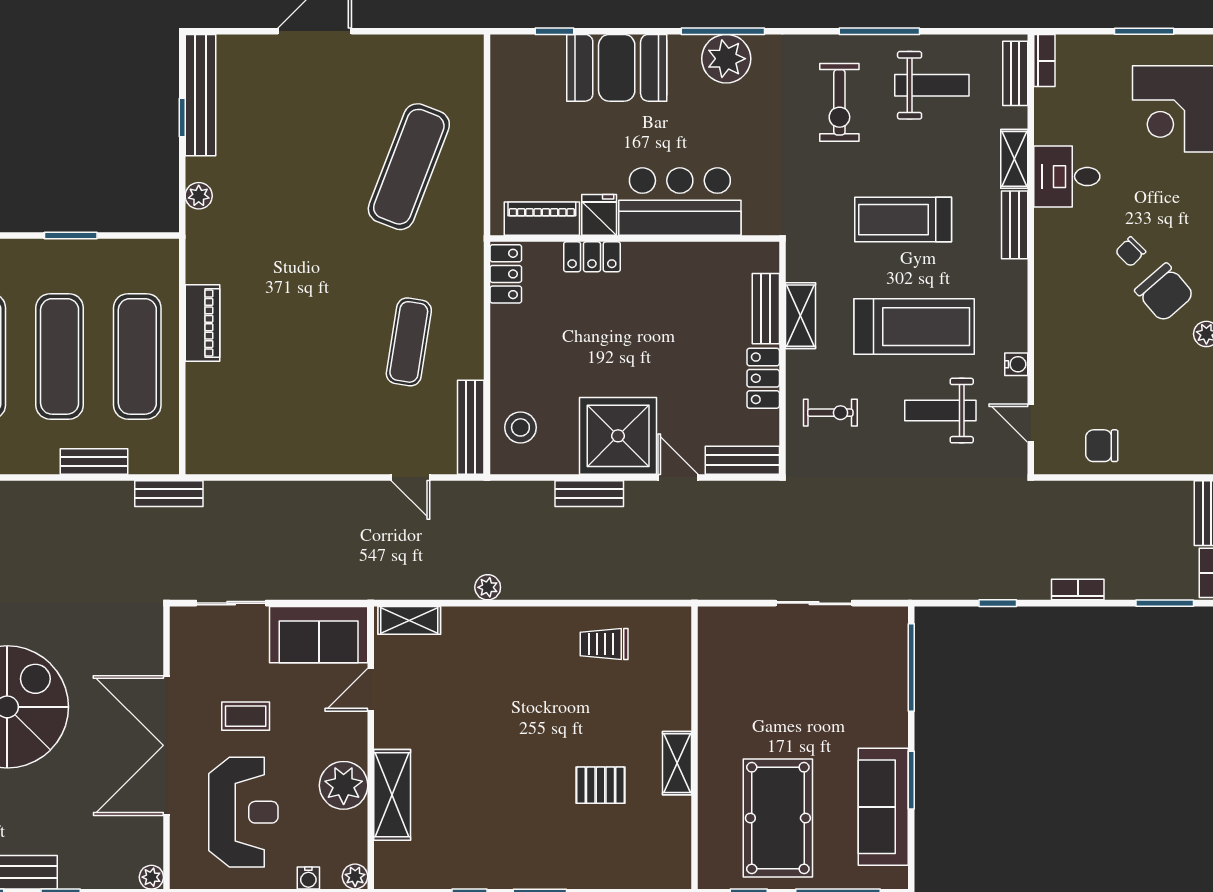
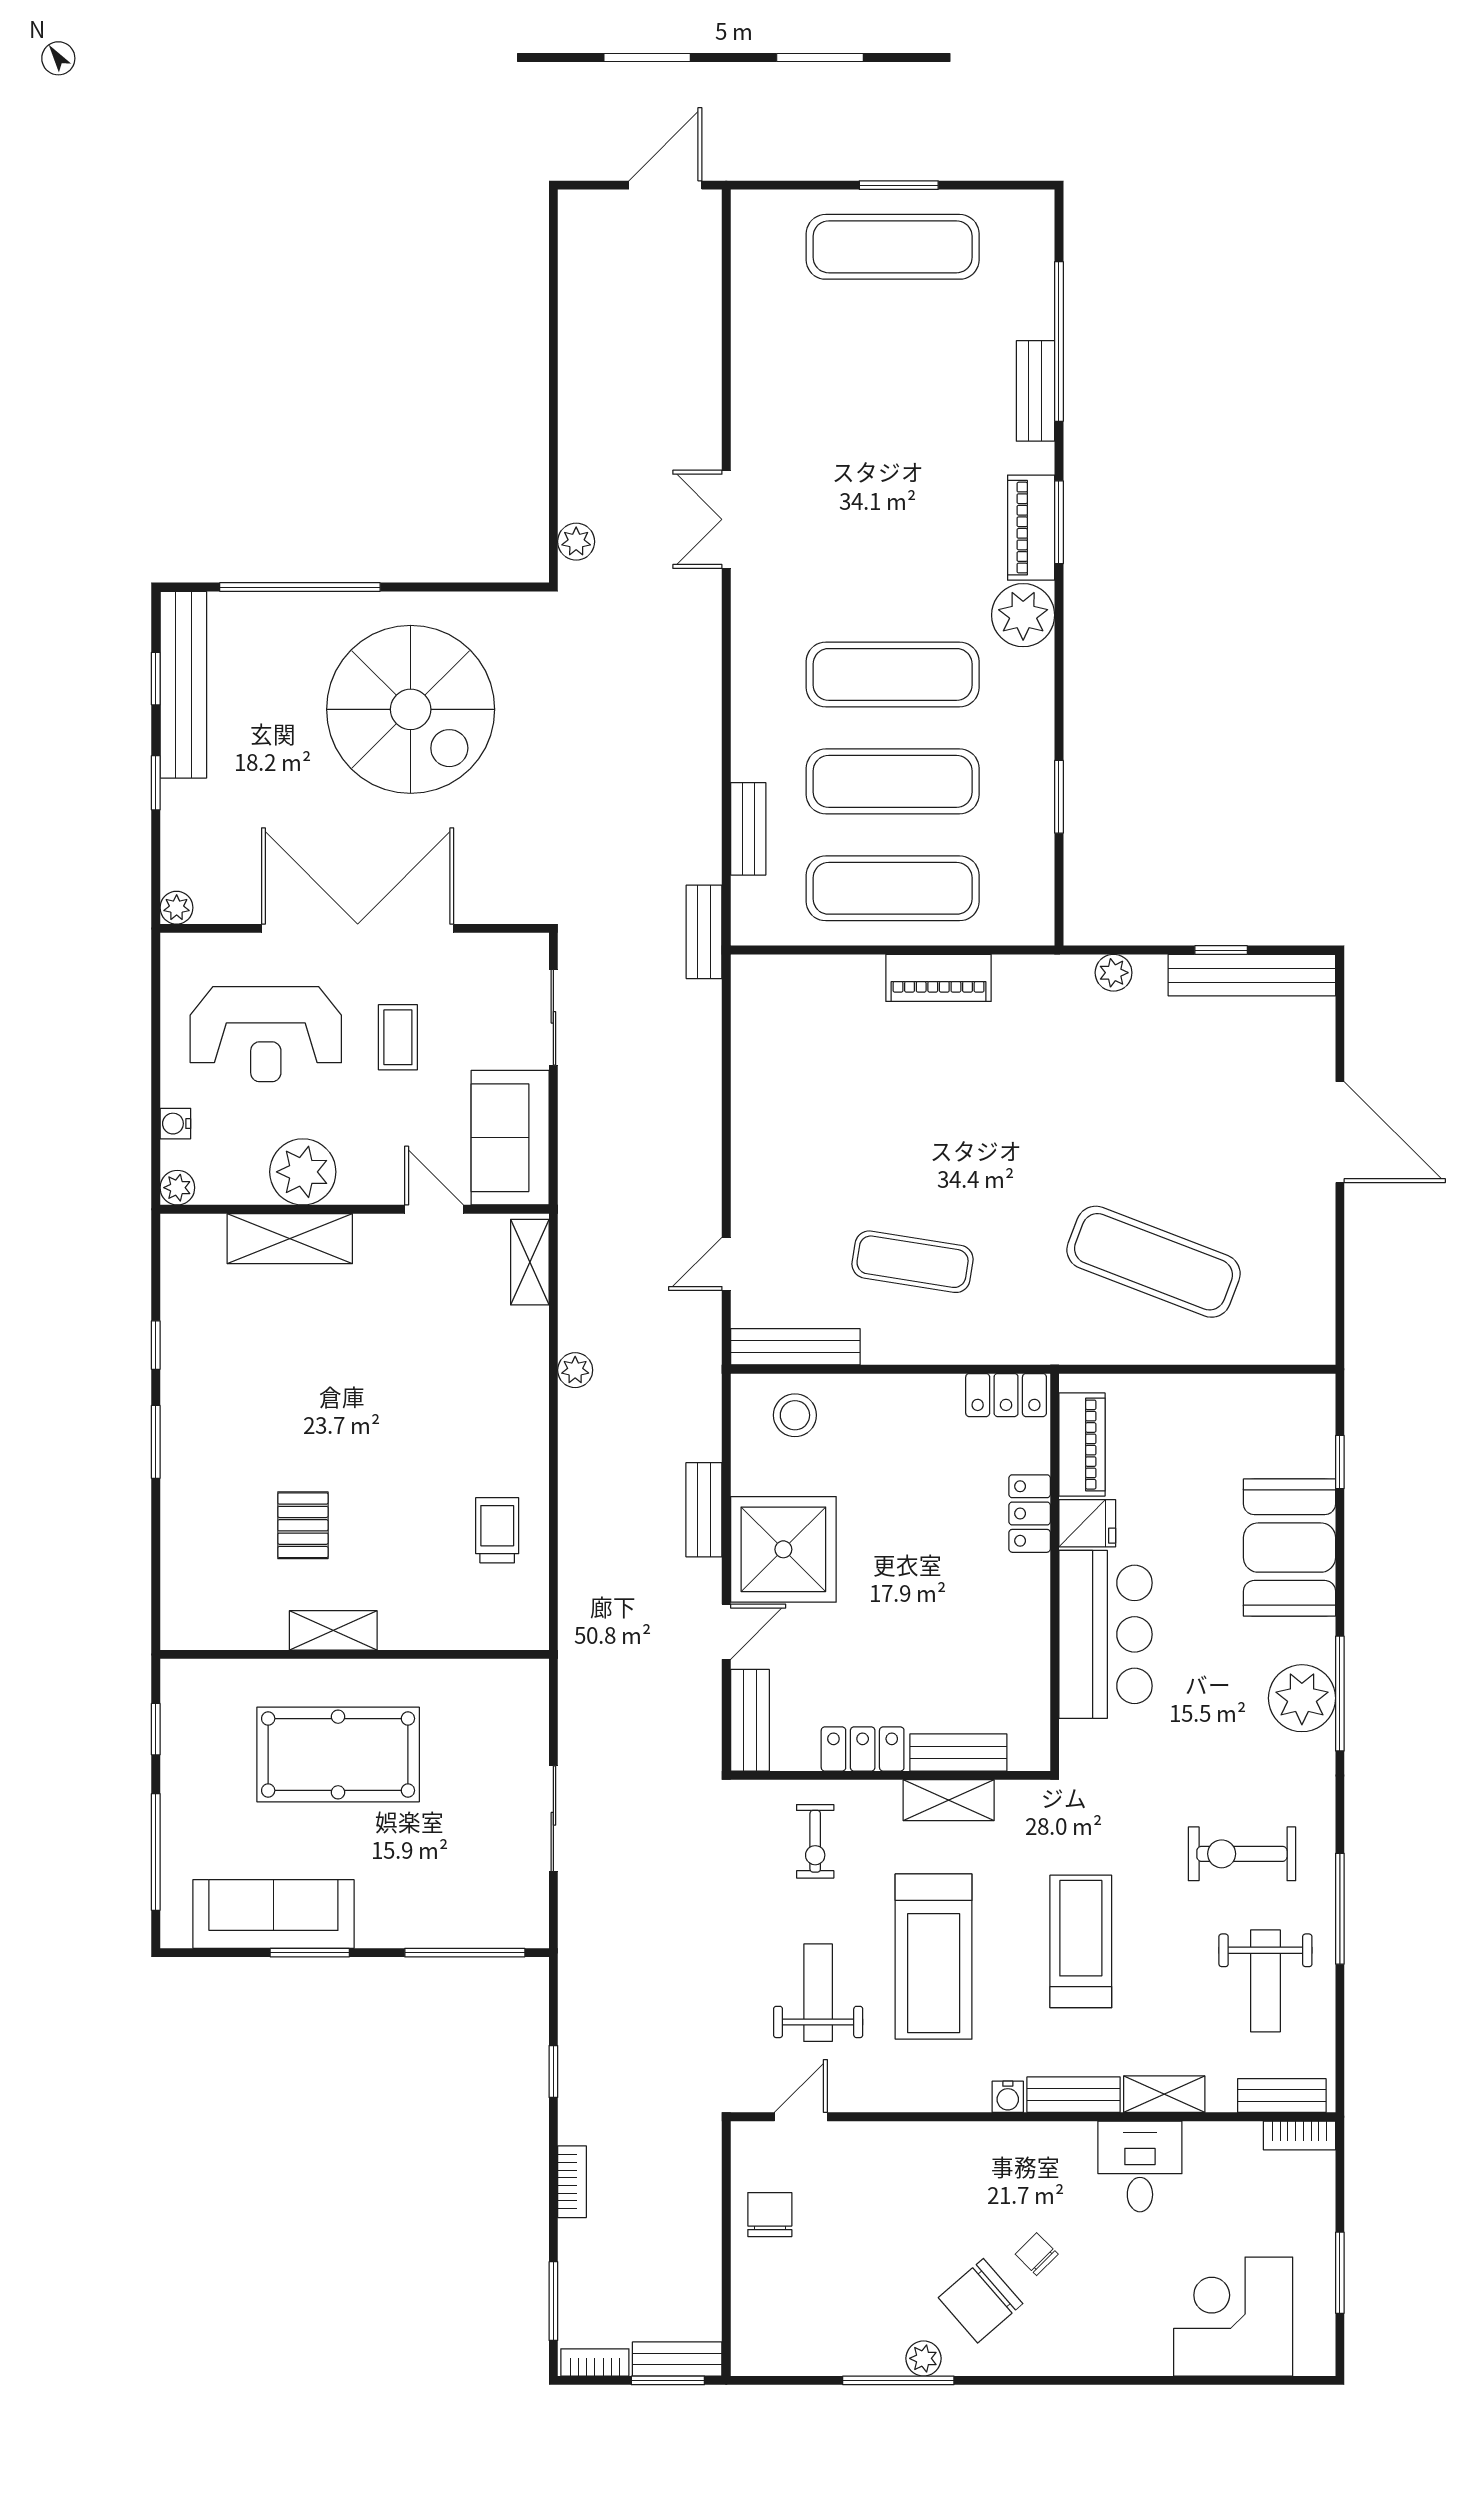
water cooler: (1016, 364) -> (1008, 2097), moved
pool table: (778, 818) -> (338, 1754), moved

